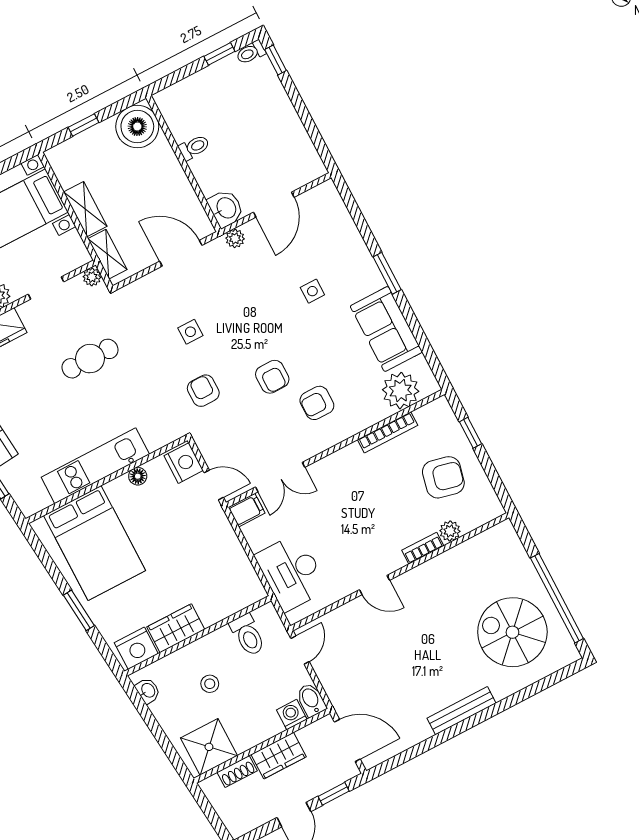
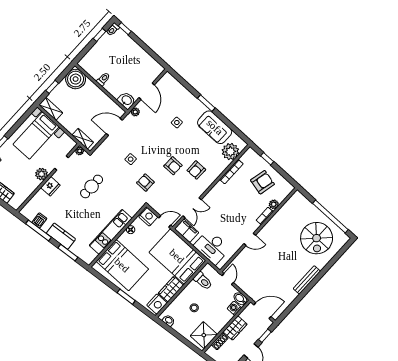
shelving: (85, 209) -> (51, 109), moved
filing cabinet: (247, 510) -> (187, 231), width x2.00
bed: (214, 566) -> (177, 256), added
spiral stairs: (512, 632) -> (317, 238), turned -90

